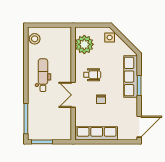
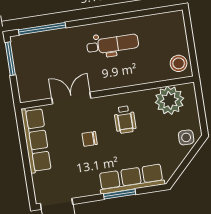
stool: (35, 39) -> (179, 63), moved
double door: (73, 95) -> (71, 98), moved

